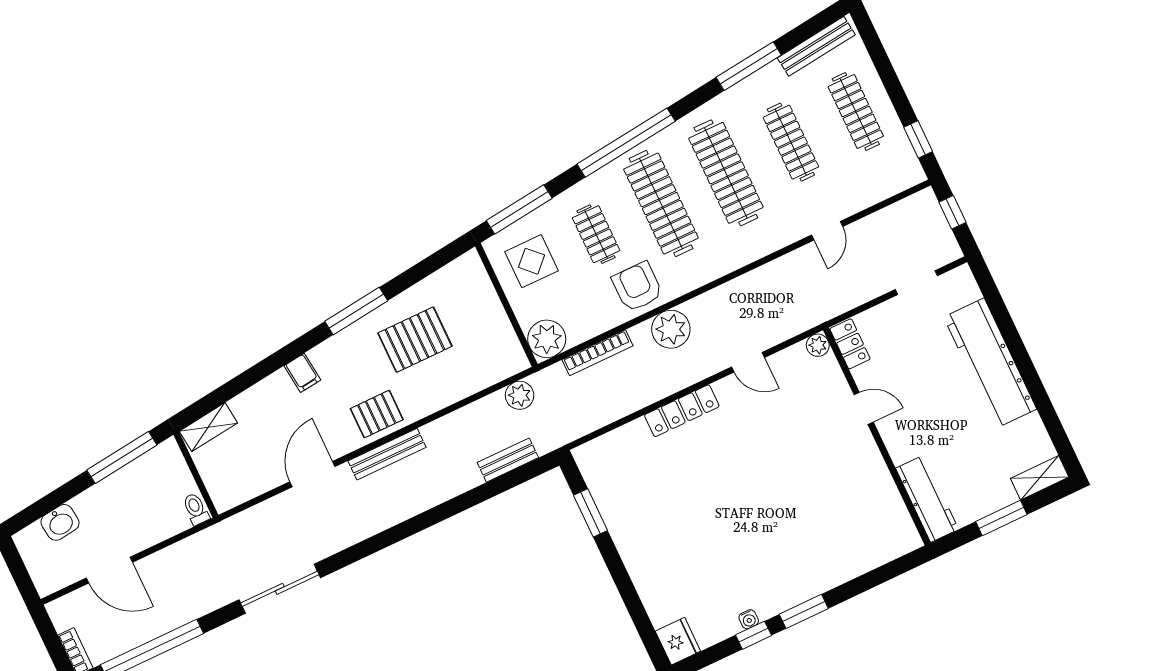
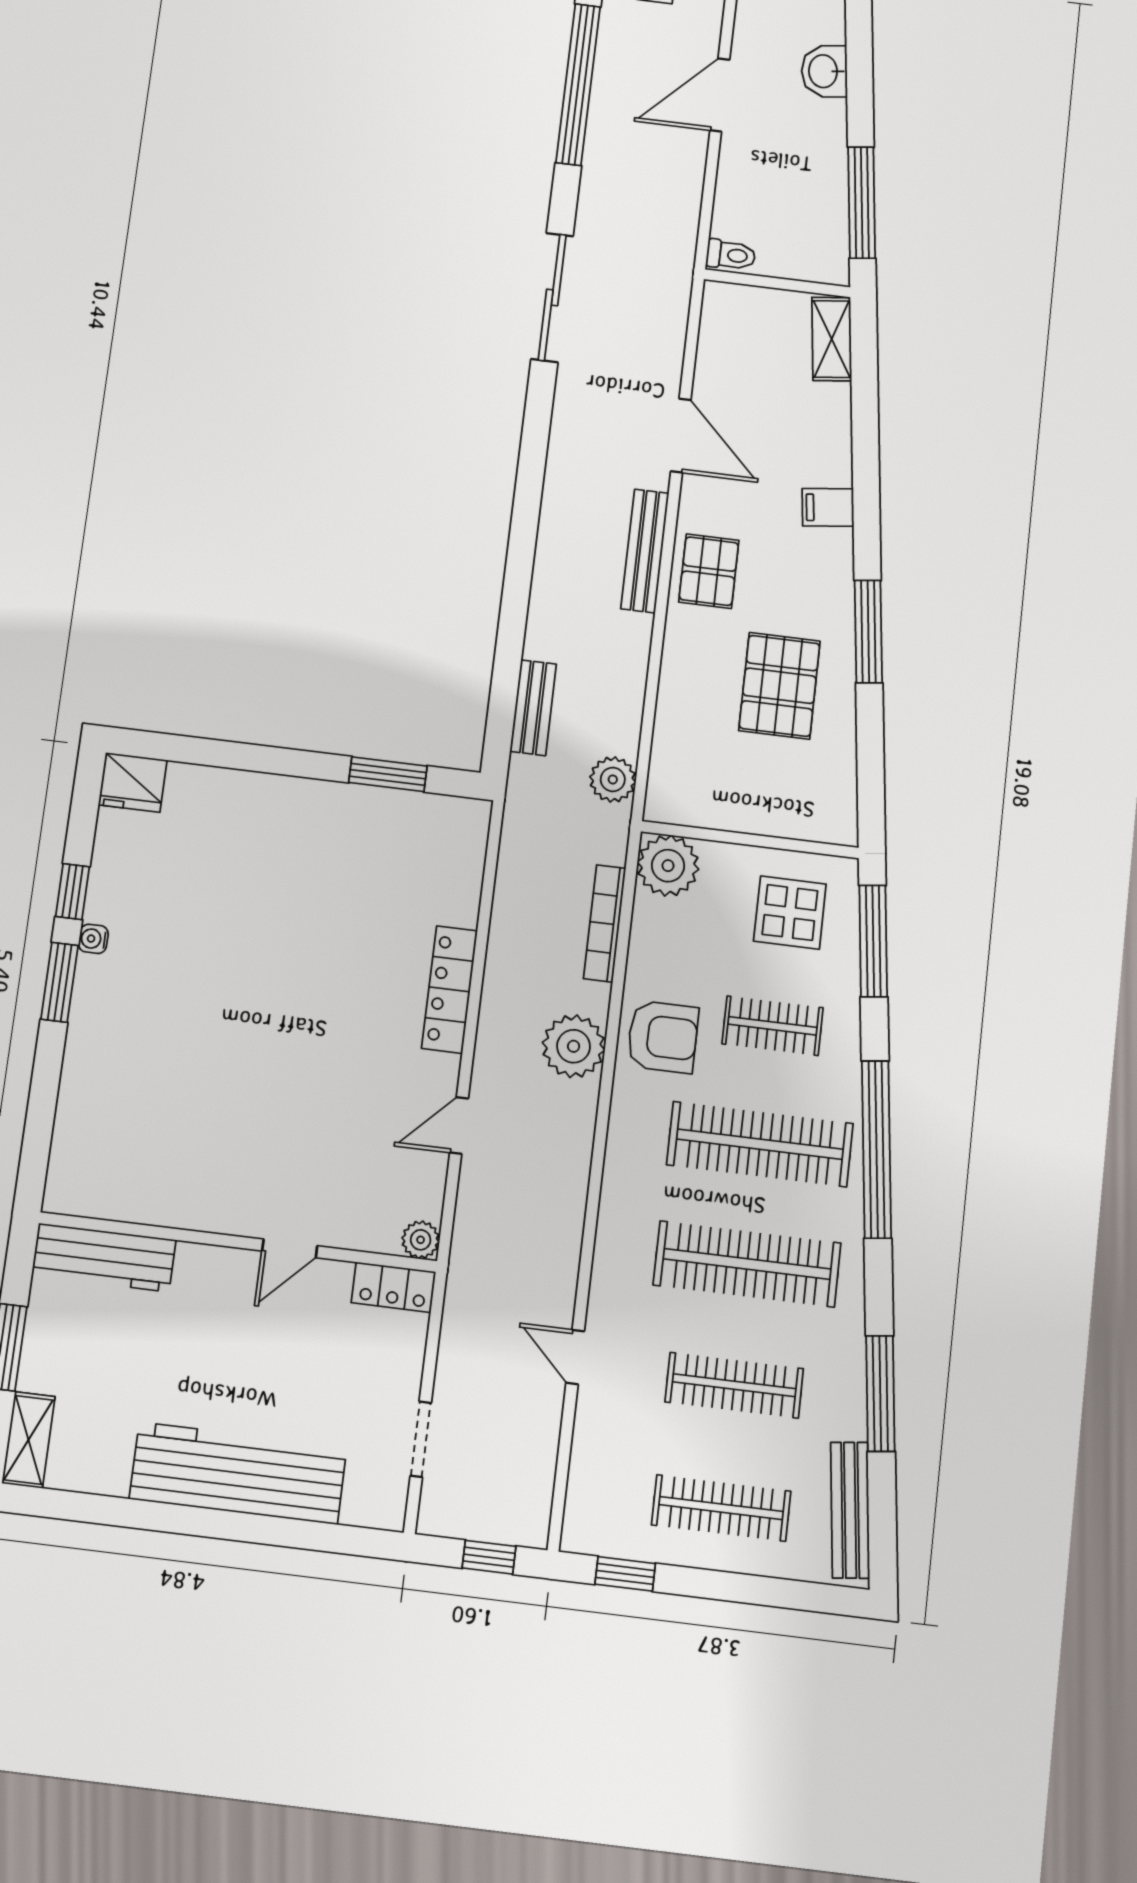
water cooler: (749, 619) -> (93, 939), moved

